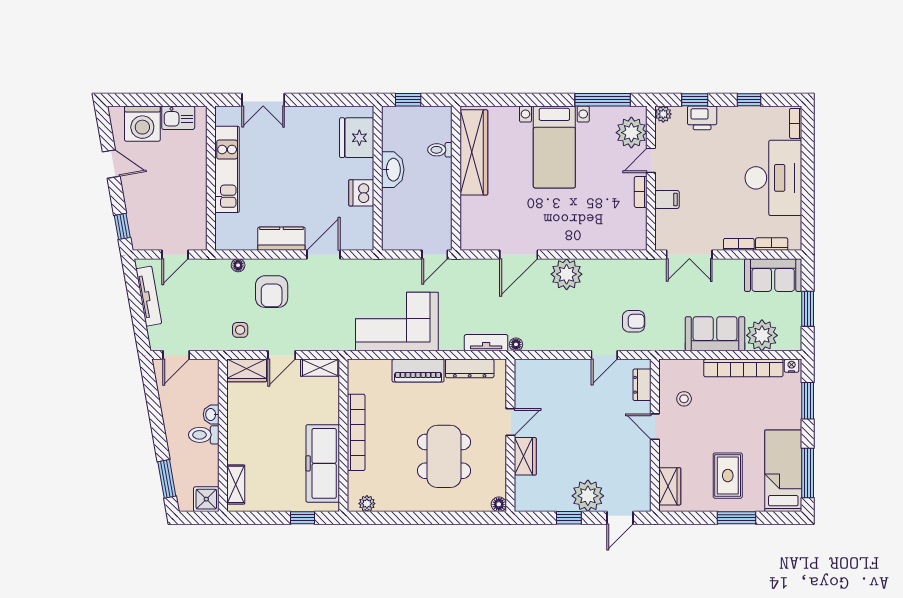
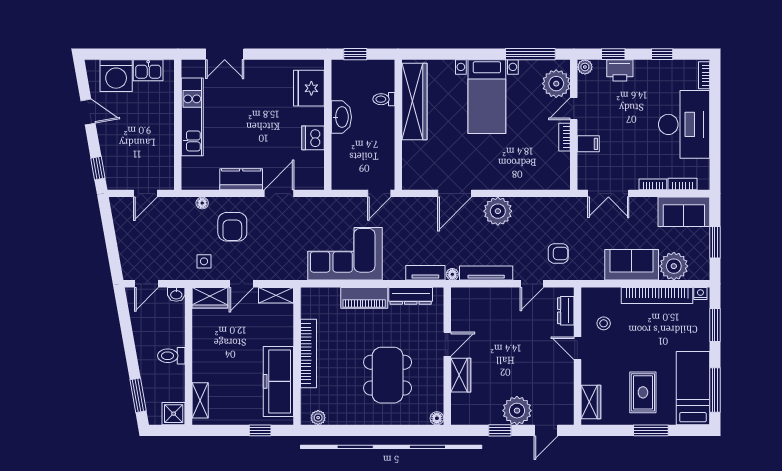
tv unit: (149, 296) -> (486, 273), moved, turned -80
washbasin: (211, 414) -> (176, 294), moved, turned -90

